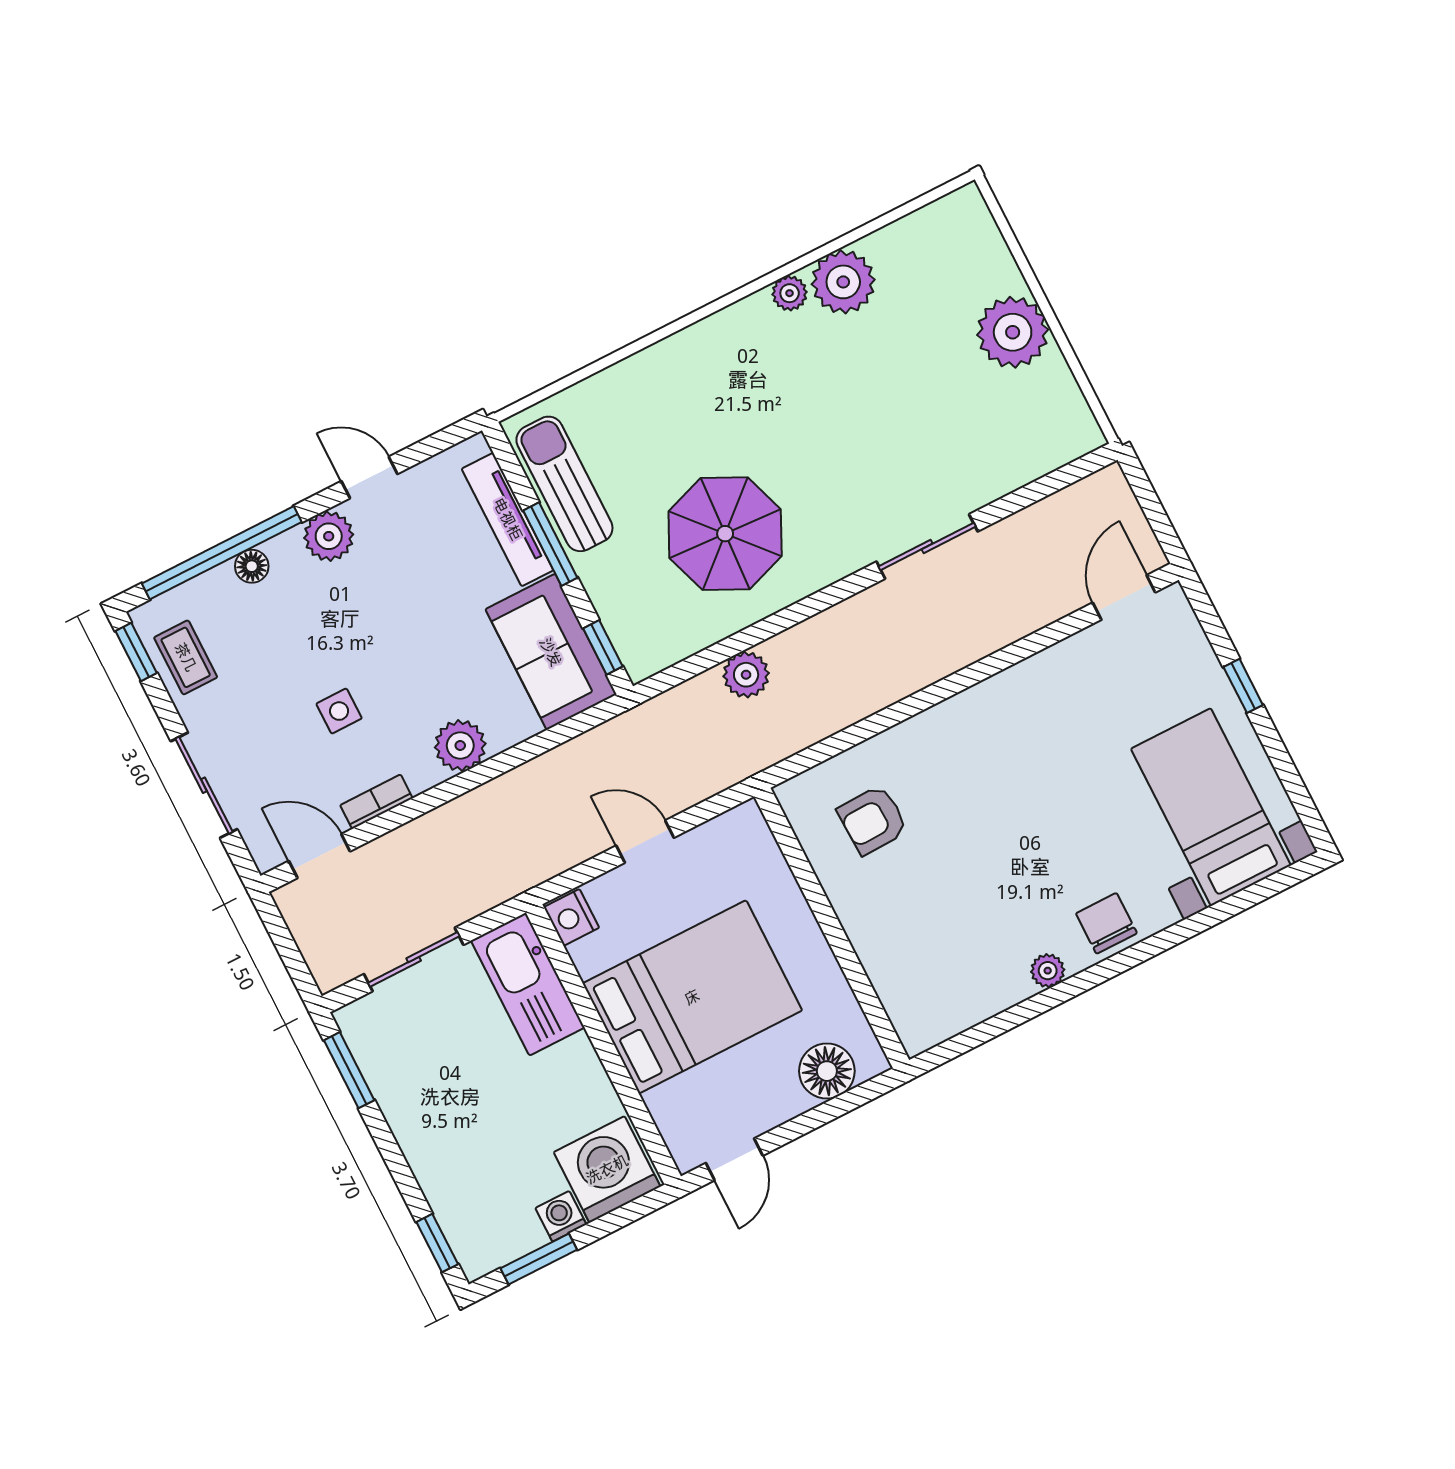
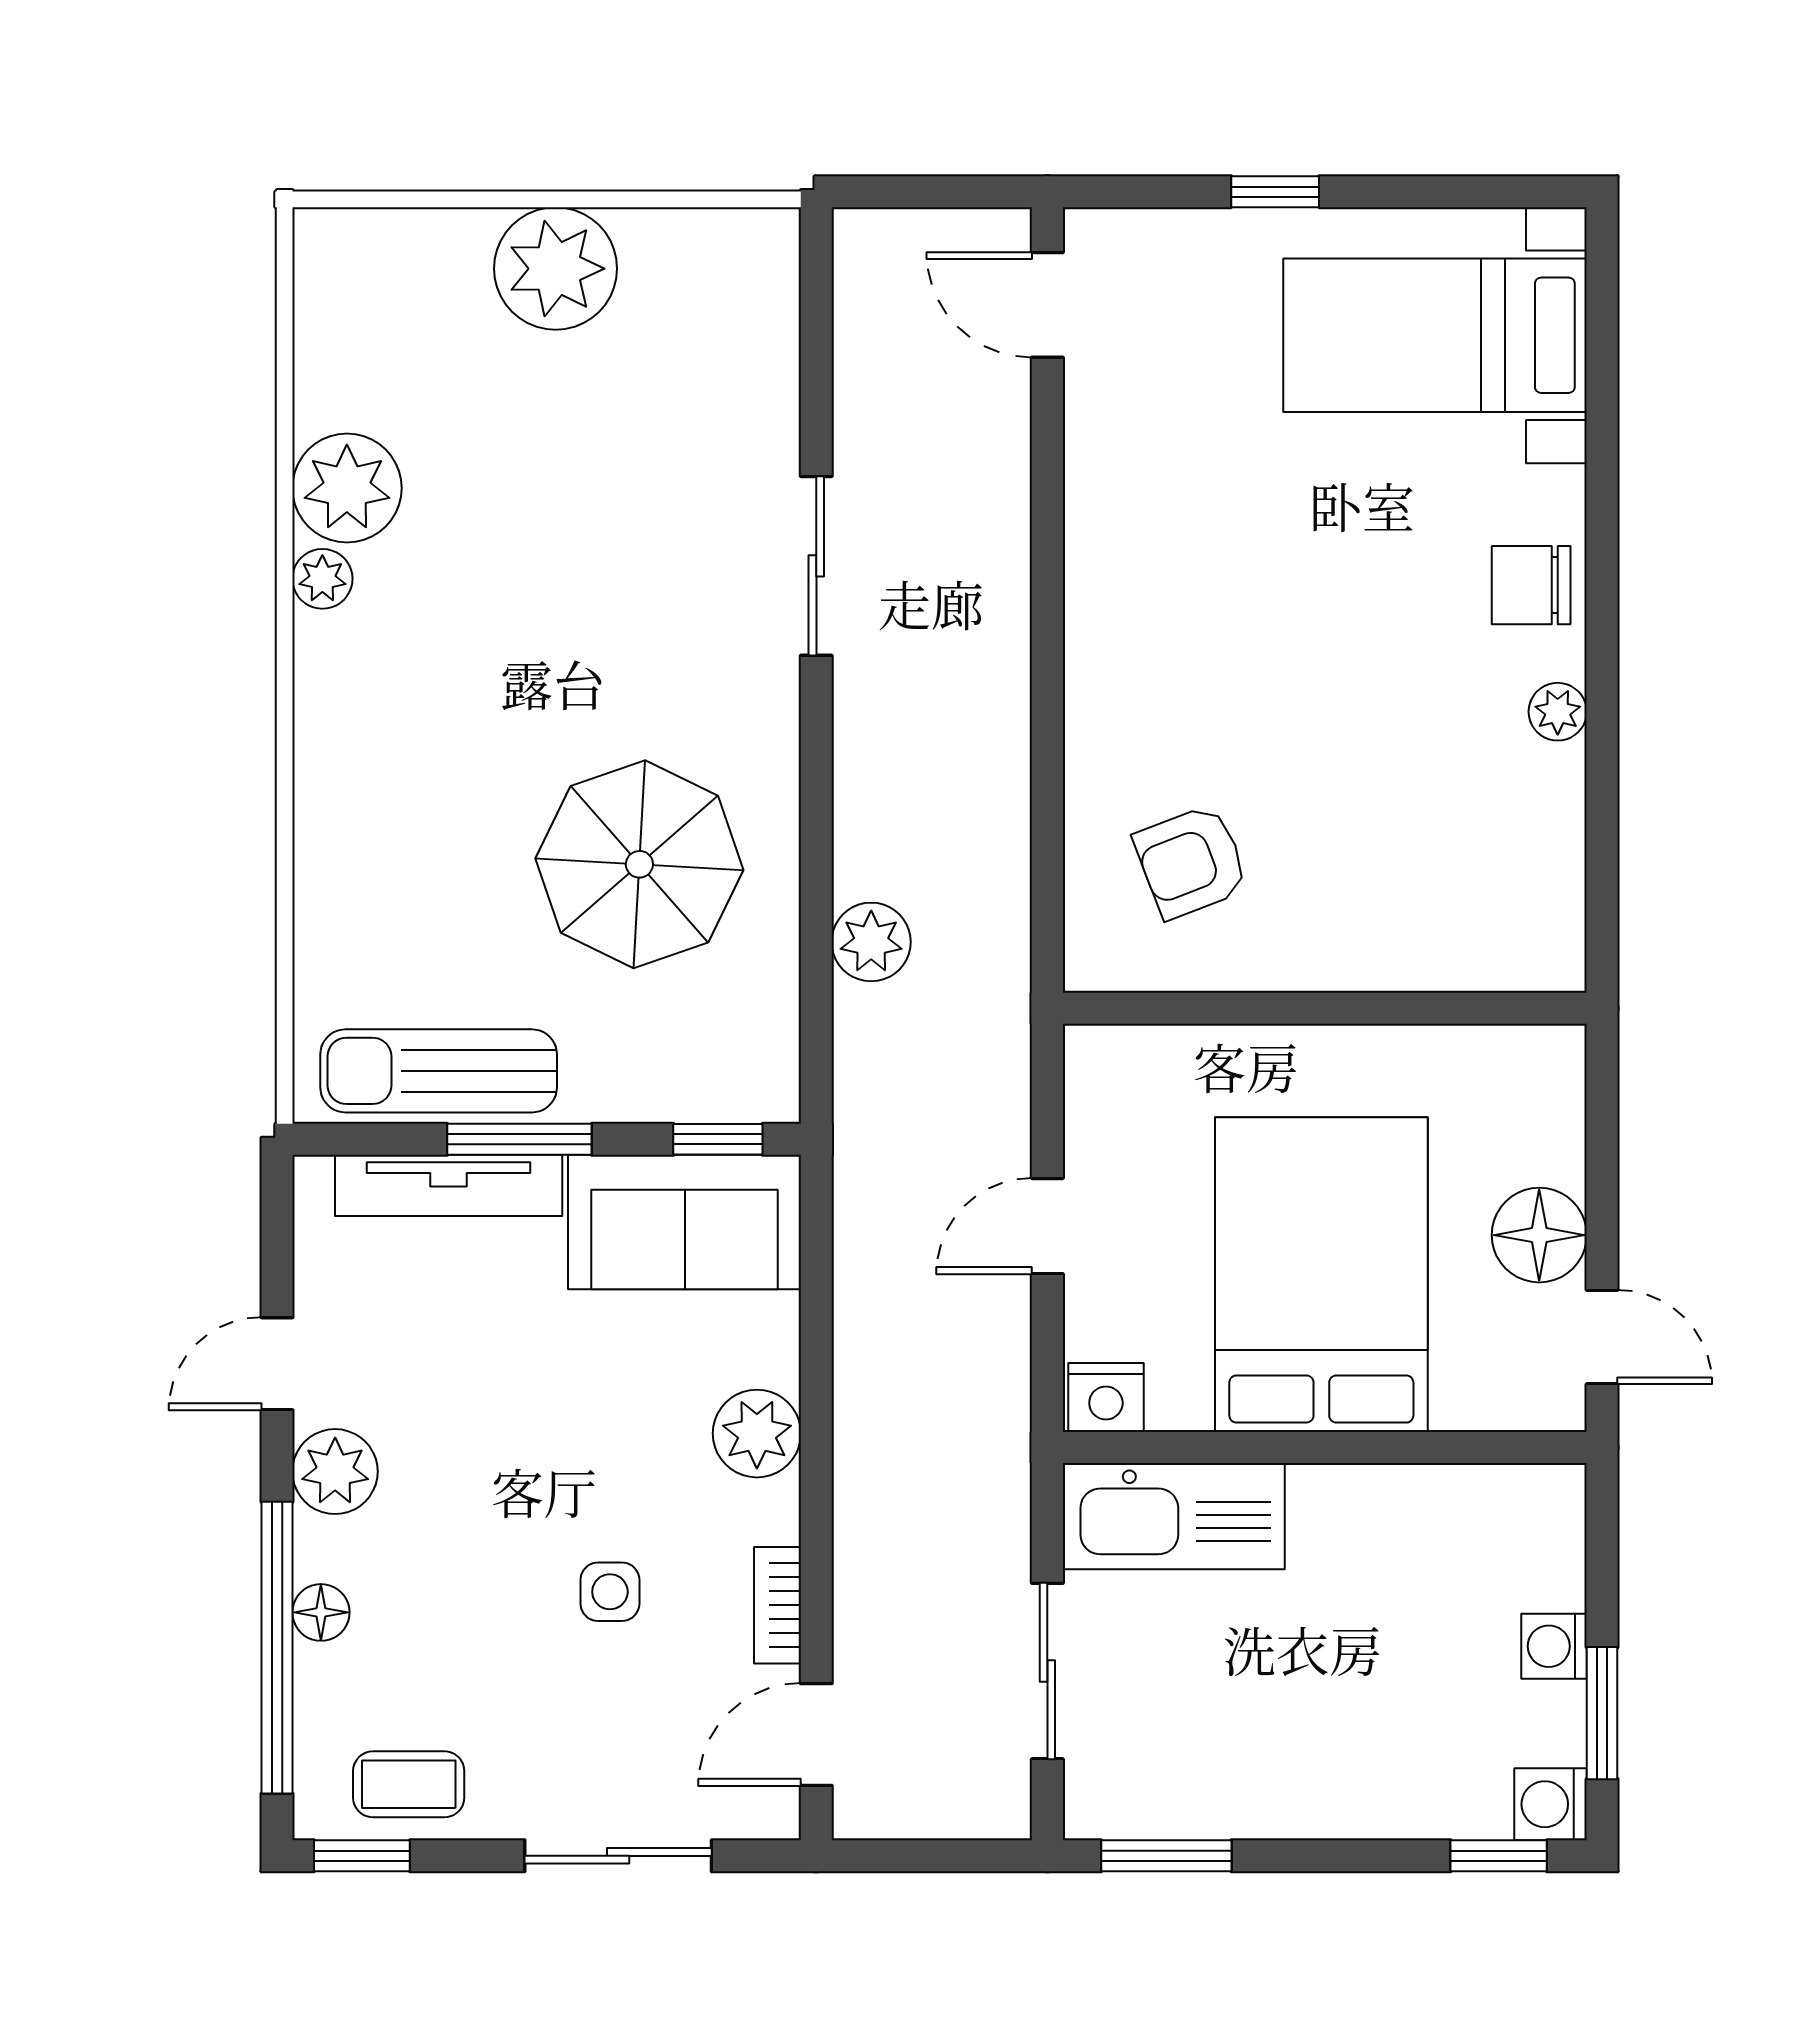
armchair: (873, 820) -> (1191, 862), turned 71
floor lamp: (827, 1071) -> (1539, 1235), moved
washing machine: (607, 1169) -> (1551, 1804), moved, width x0.53, depth x0.53

